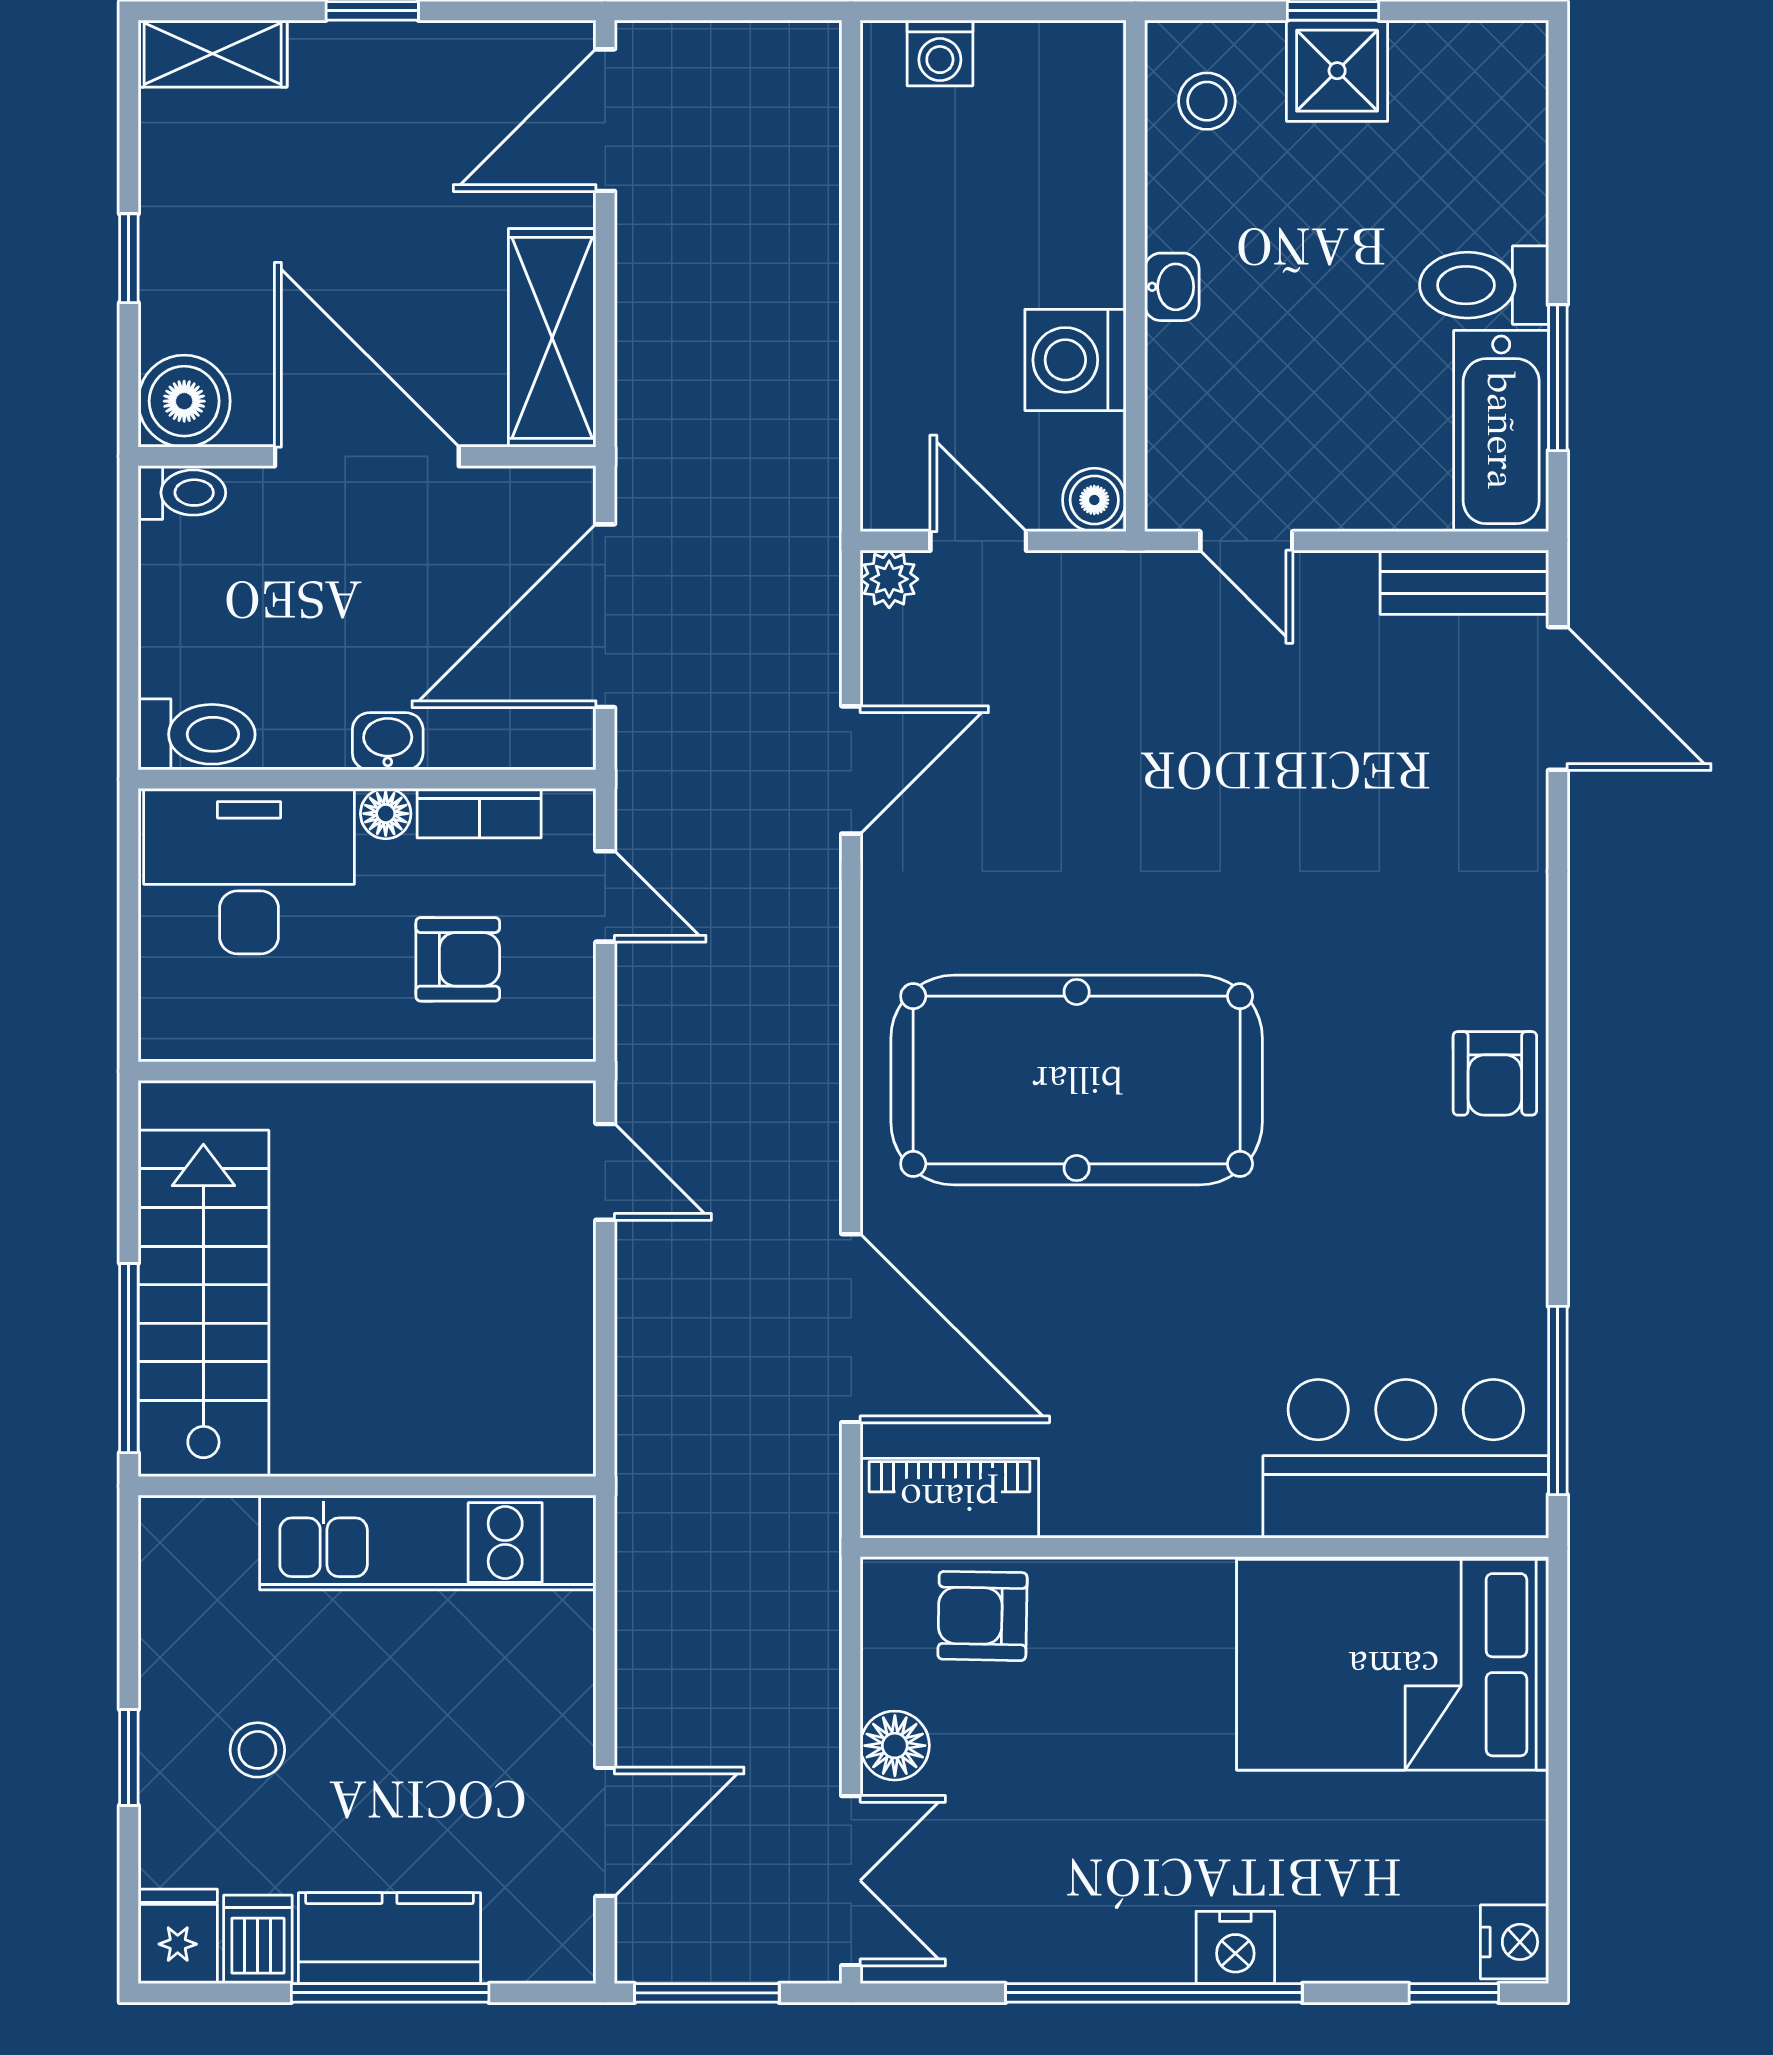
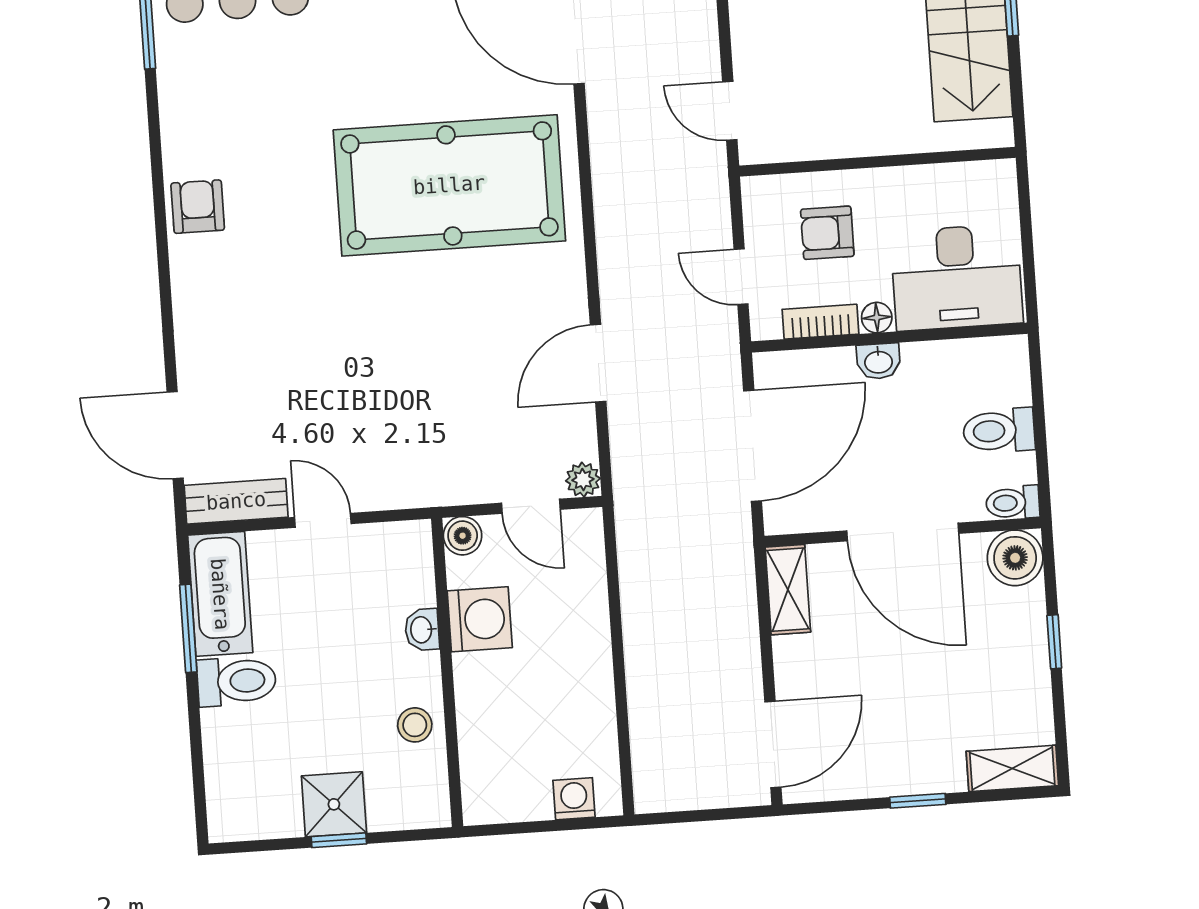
stool: (1207, 101) -> (415, 725), moved
washbasin: (1172, 287) -> (422, 630), moved
shelving: (552, 338) -> (788, 590), width x0.67, depth x0.75
door: (1246, 541) -> (323, 520), moved
toilet: (197, 734) -> (999, 431), moved

